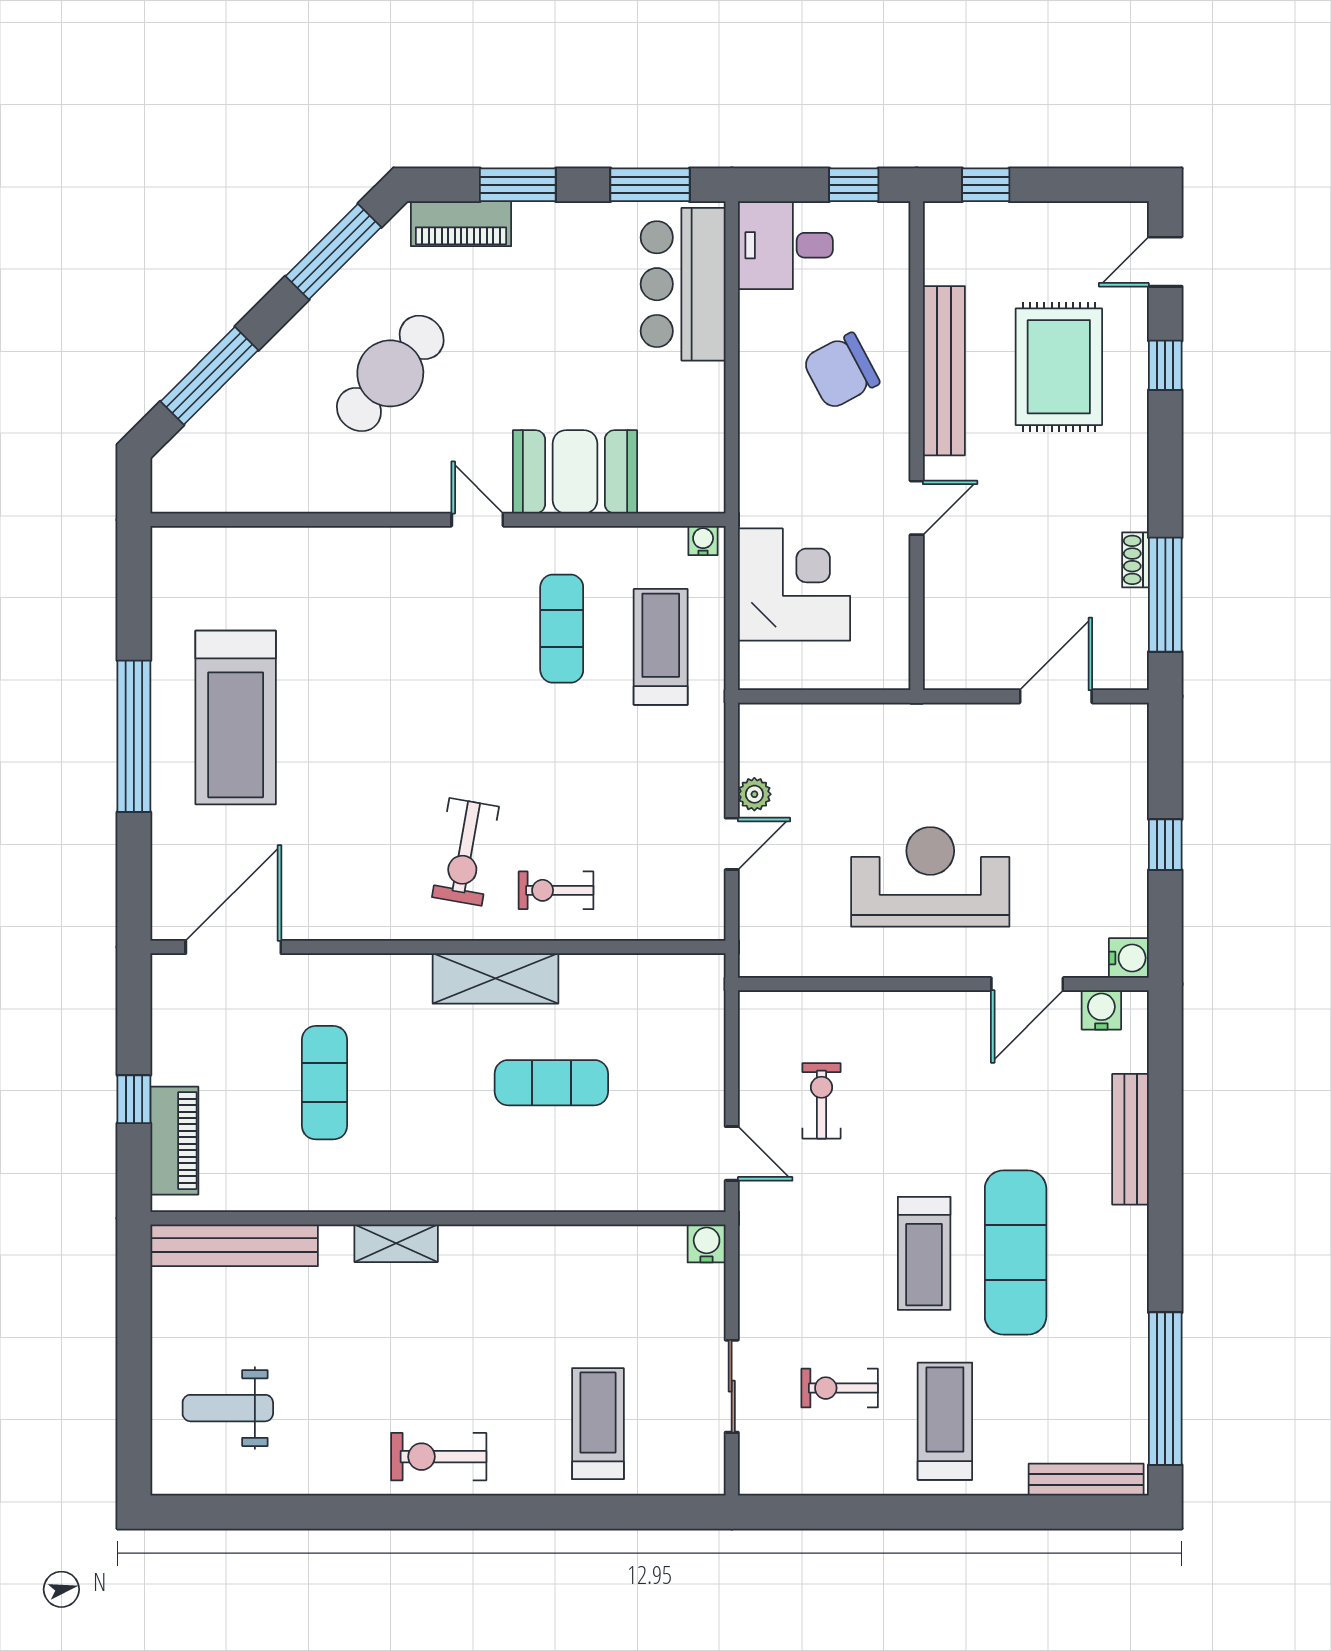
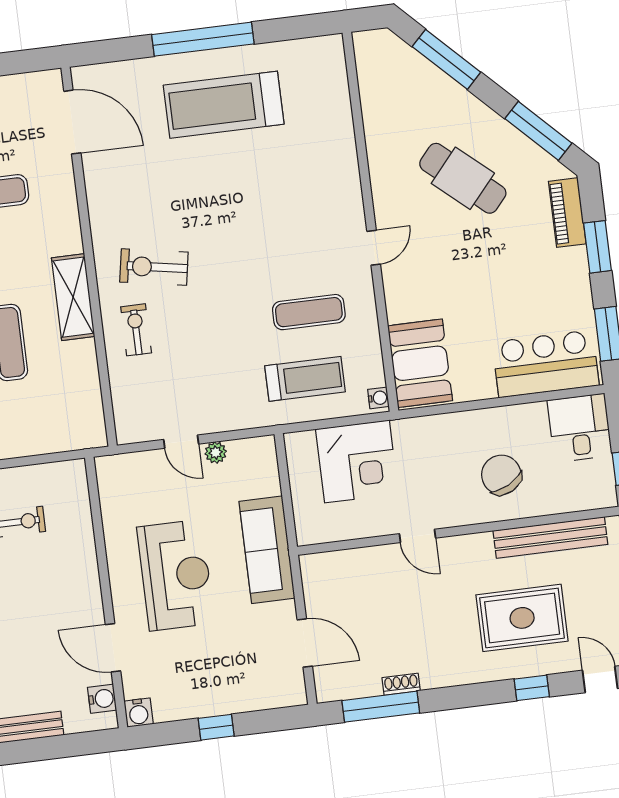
bench: (944, 371) -> (550, 538), moved
booth: (575, 472) -> (420, 363), moved
sofa: (909, 736) -> (267, 550), added

